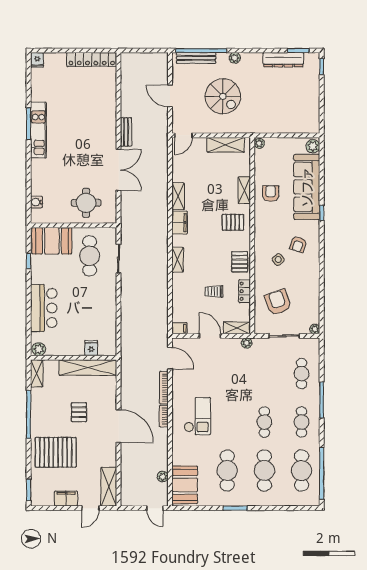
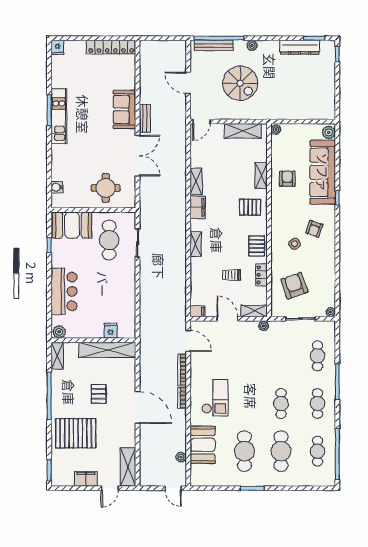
sofa: (105, 123) -> (125, 109), added
cafe table: (302, 470) -> (318, 451), width x0.73, depth x0.74
booth: (185, 485) -> (203, 445), moved

